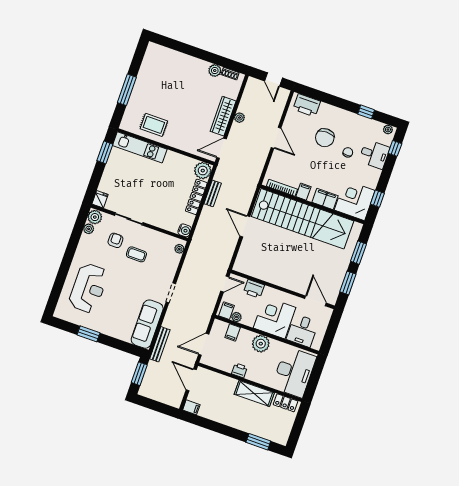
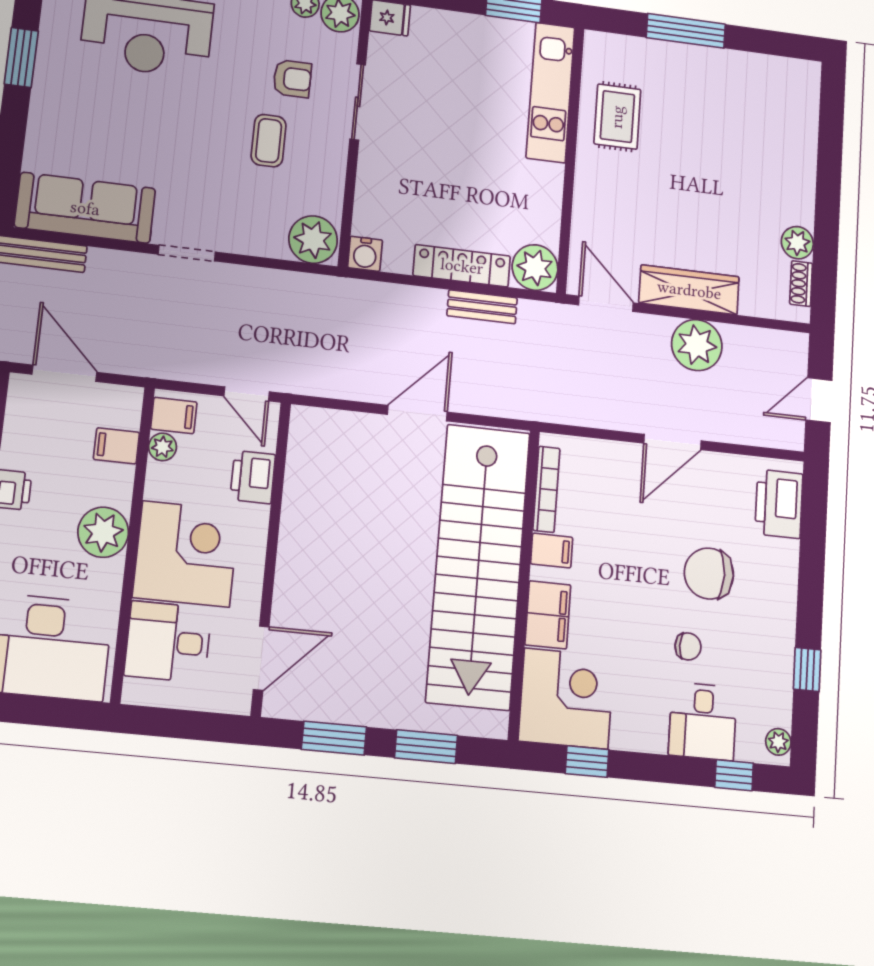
plant: (239, 118) -> (697, 345), width x1.88, depth x1.88
plant: (179, 249) -> (313, 240), width x1.87, depth x1.87

